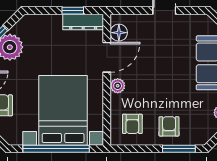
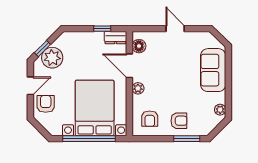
dresser: (83, 22) -> (115, 38), width x0.70
door: (107, 57) -> (129, 66), swing flipped
armchair: (169, 126) -> (179, 121), turned 90

